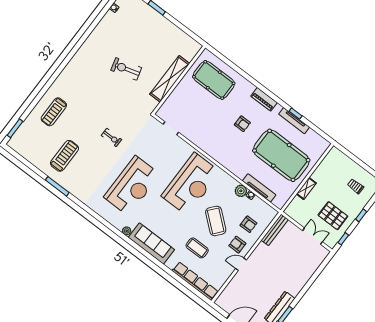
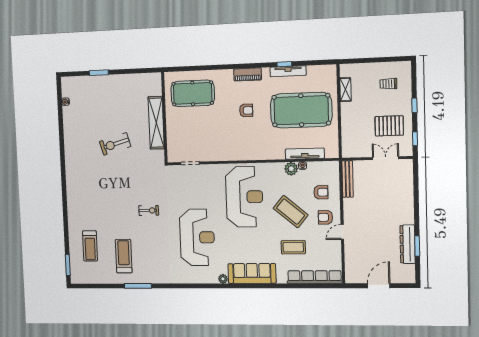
treadmill: (54, 112) -> (90, 246), moved
shelving: (306, 188) -> (345, 90), moved

